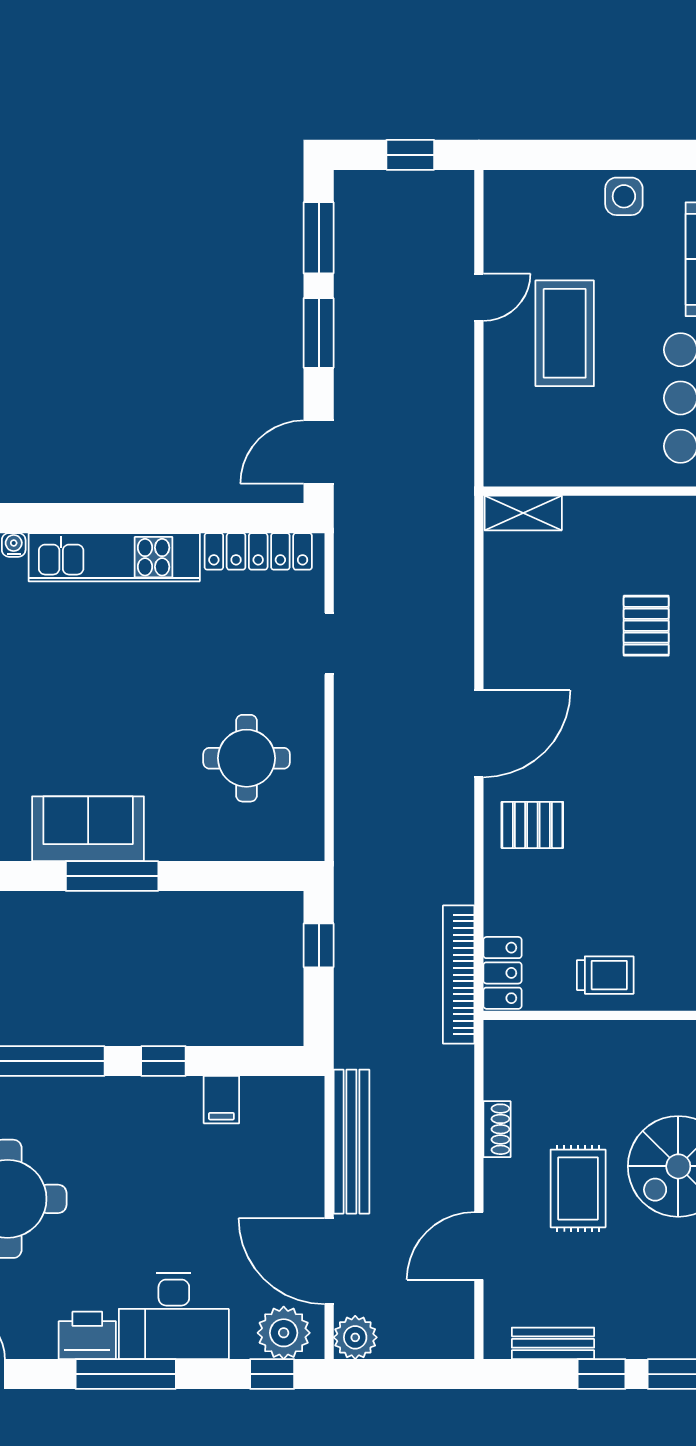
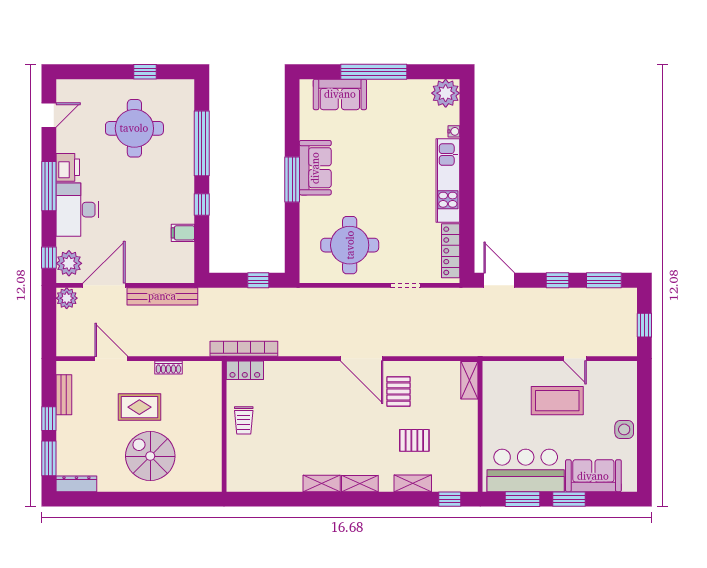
window: (319, 333) -> (557, 280), width x0.67
round table: (247, 758) -> (350, 245), width x1.36, depth x1.36
pallet: (532, 825) -> (398, 391), moved

